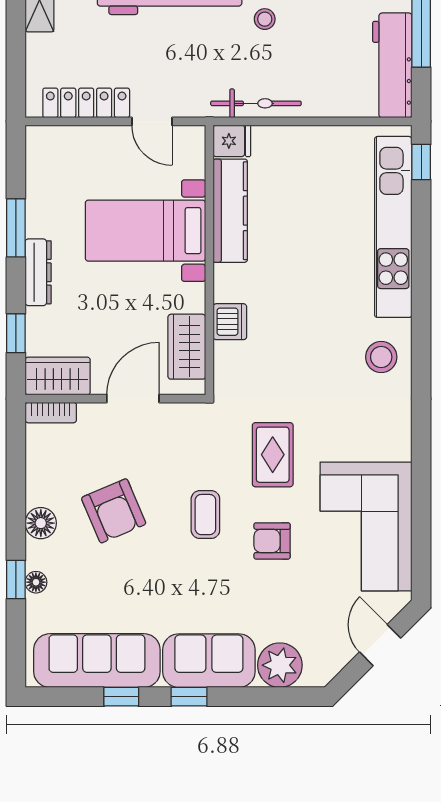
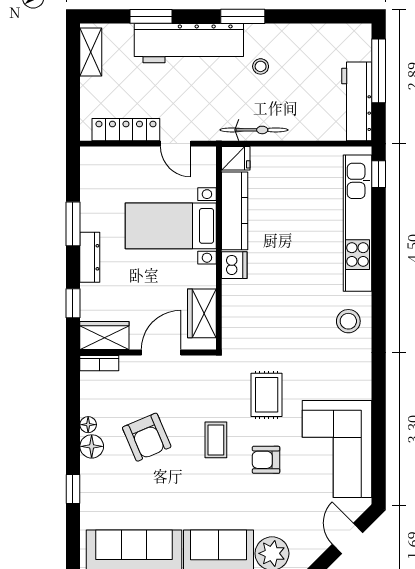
dishwasher: (230, 322) -> (234, 265), moved
floor lamp: (36, 582) -> (88, 425), moved

